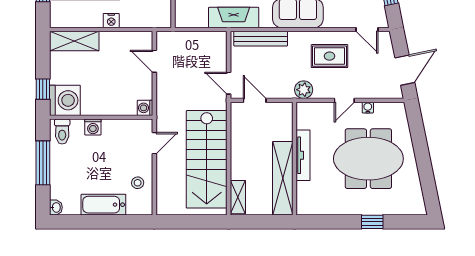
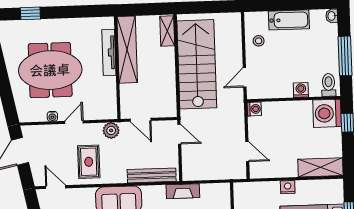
fireplace: (234, 17) -> (183, 191), width x0.73, depth x0.76
rug: (330, 56) -> (89, 162), turned 90
door: (255, 100) -> (141, 120), moved
tv unit: (303, 155) -> (109, 52), moved
window: (372, 222) -> (30, 13), moved

